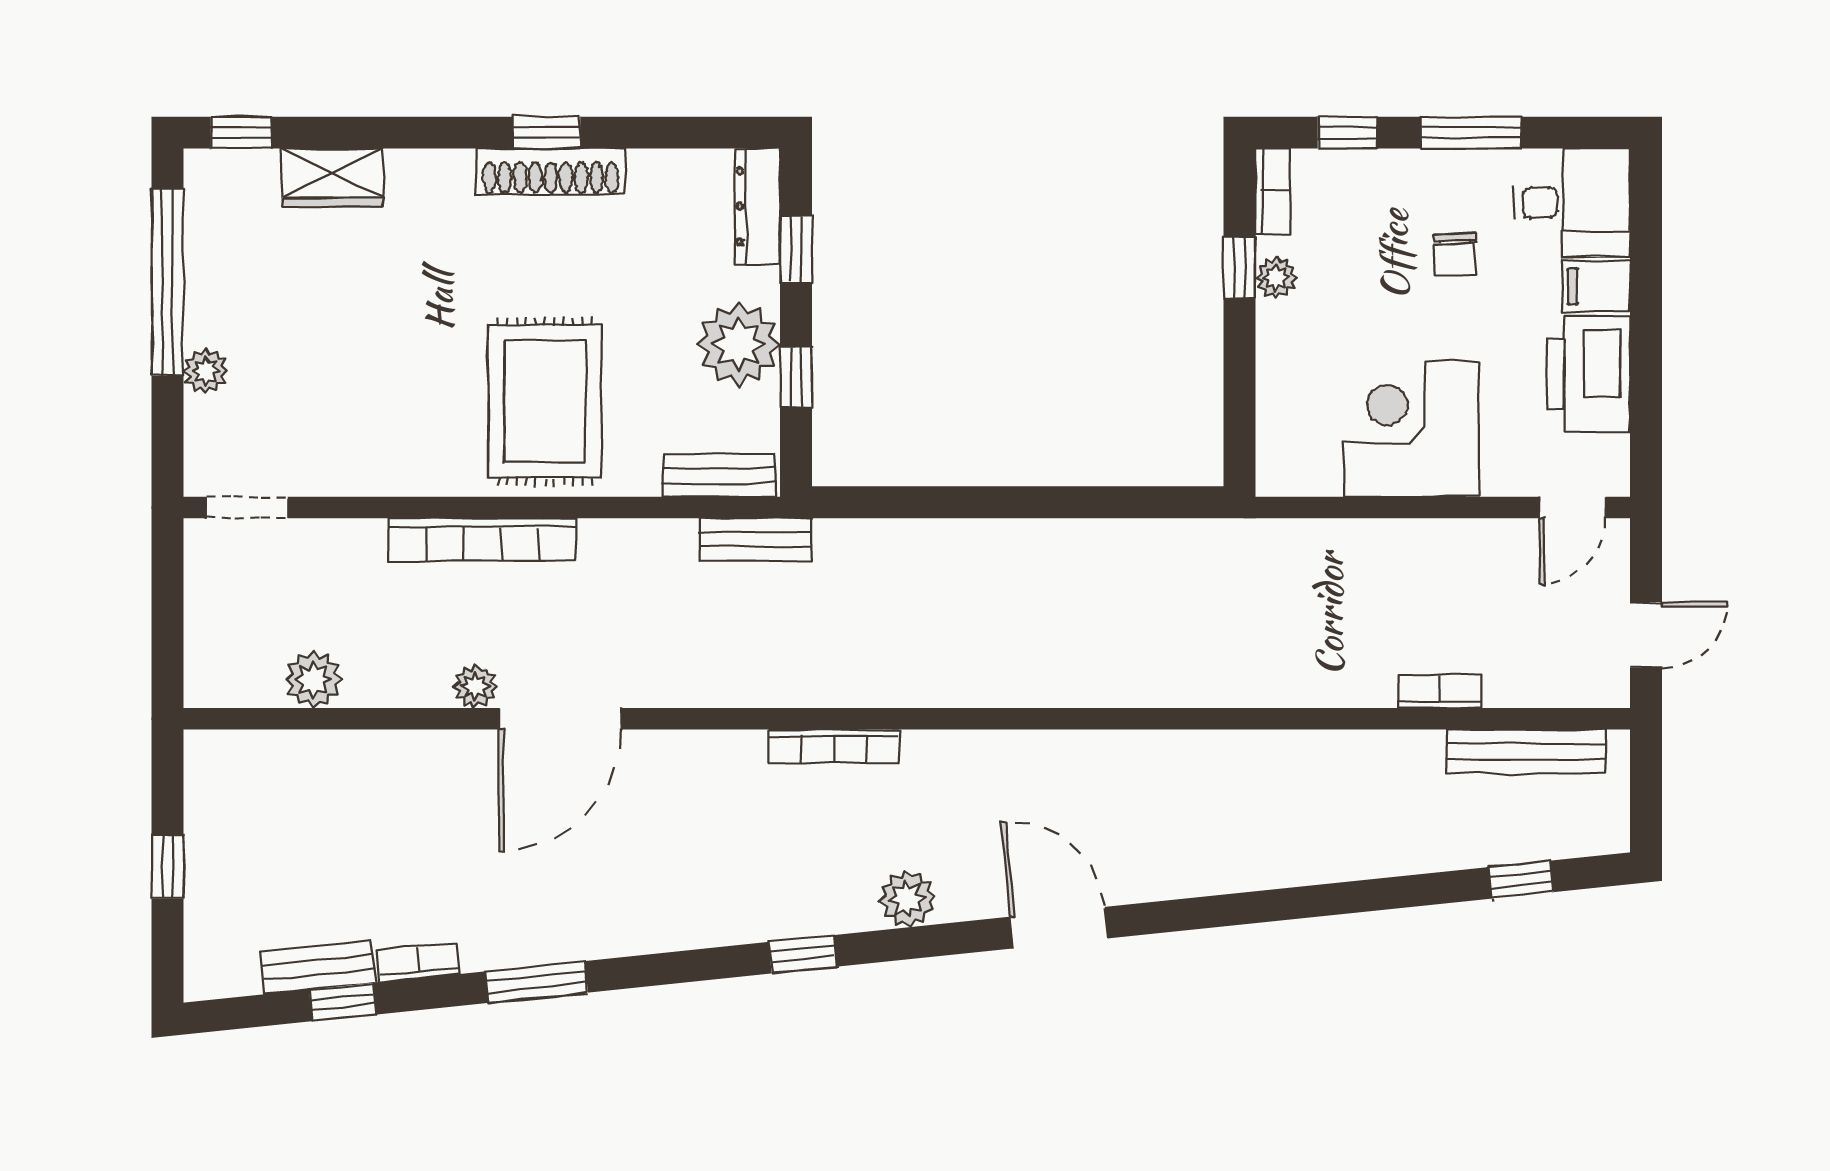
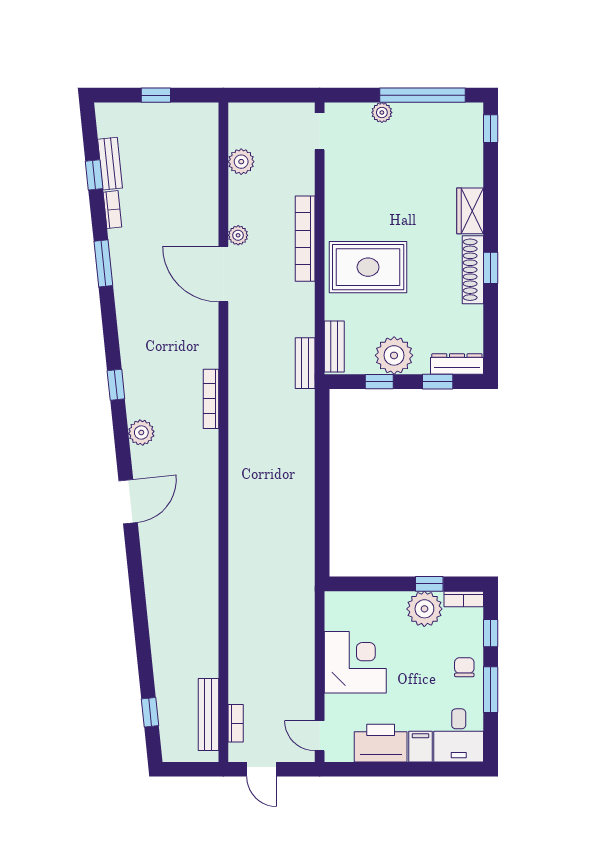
wardrobe: (332, 178) -> (470, 211), moved
chair: (1455, 255) -> (464, 667), moved, turned 92
plant: (1276, 278) -> (424, 609), width x1.87, depth x1.87
bookcase: (1440, 692) -> (236, 723), moved

